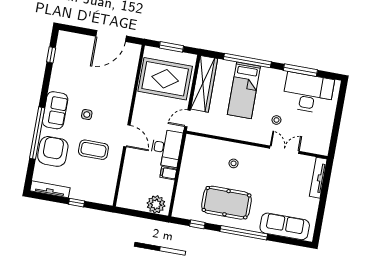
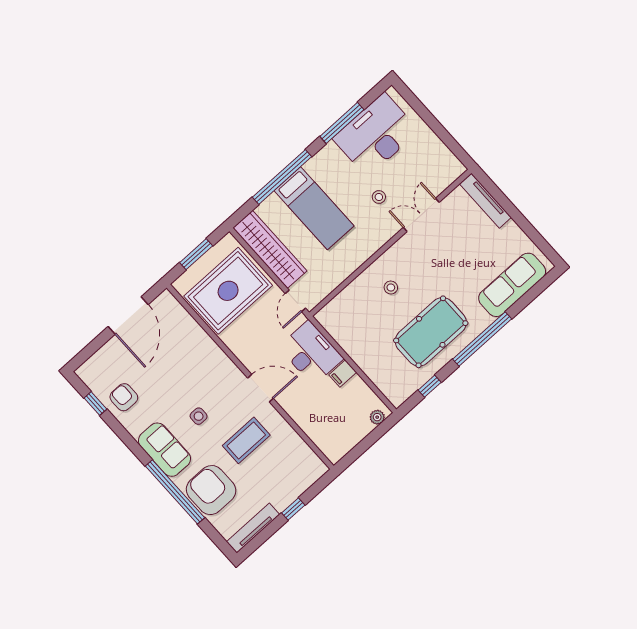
armchair: (66, 67) -> (124, 397), added
plant: (156, 204) -> (377, 417), width x0.53, depth x0.53

